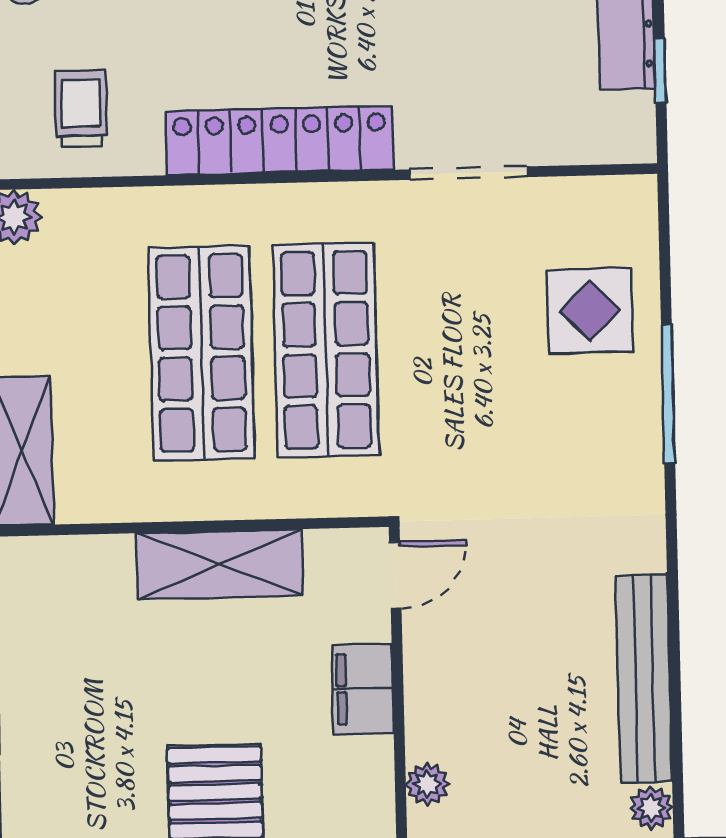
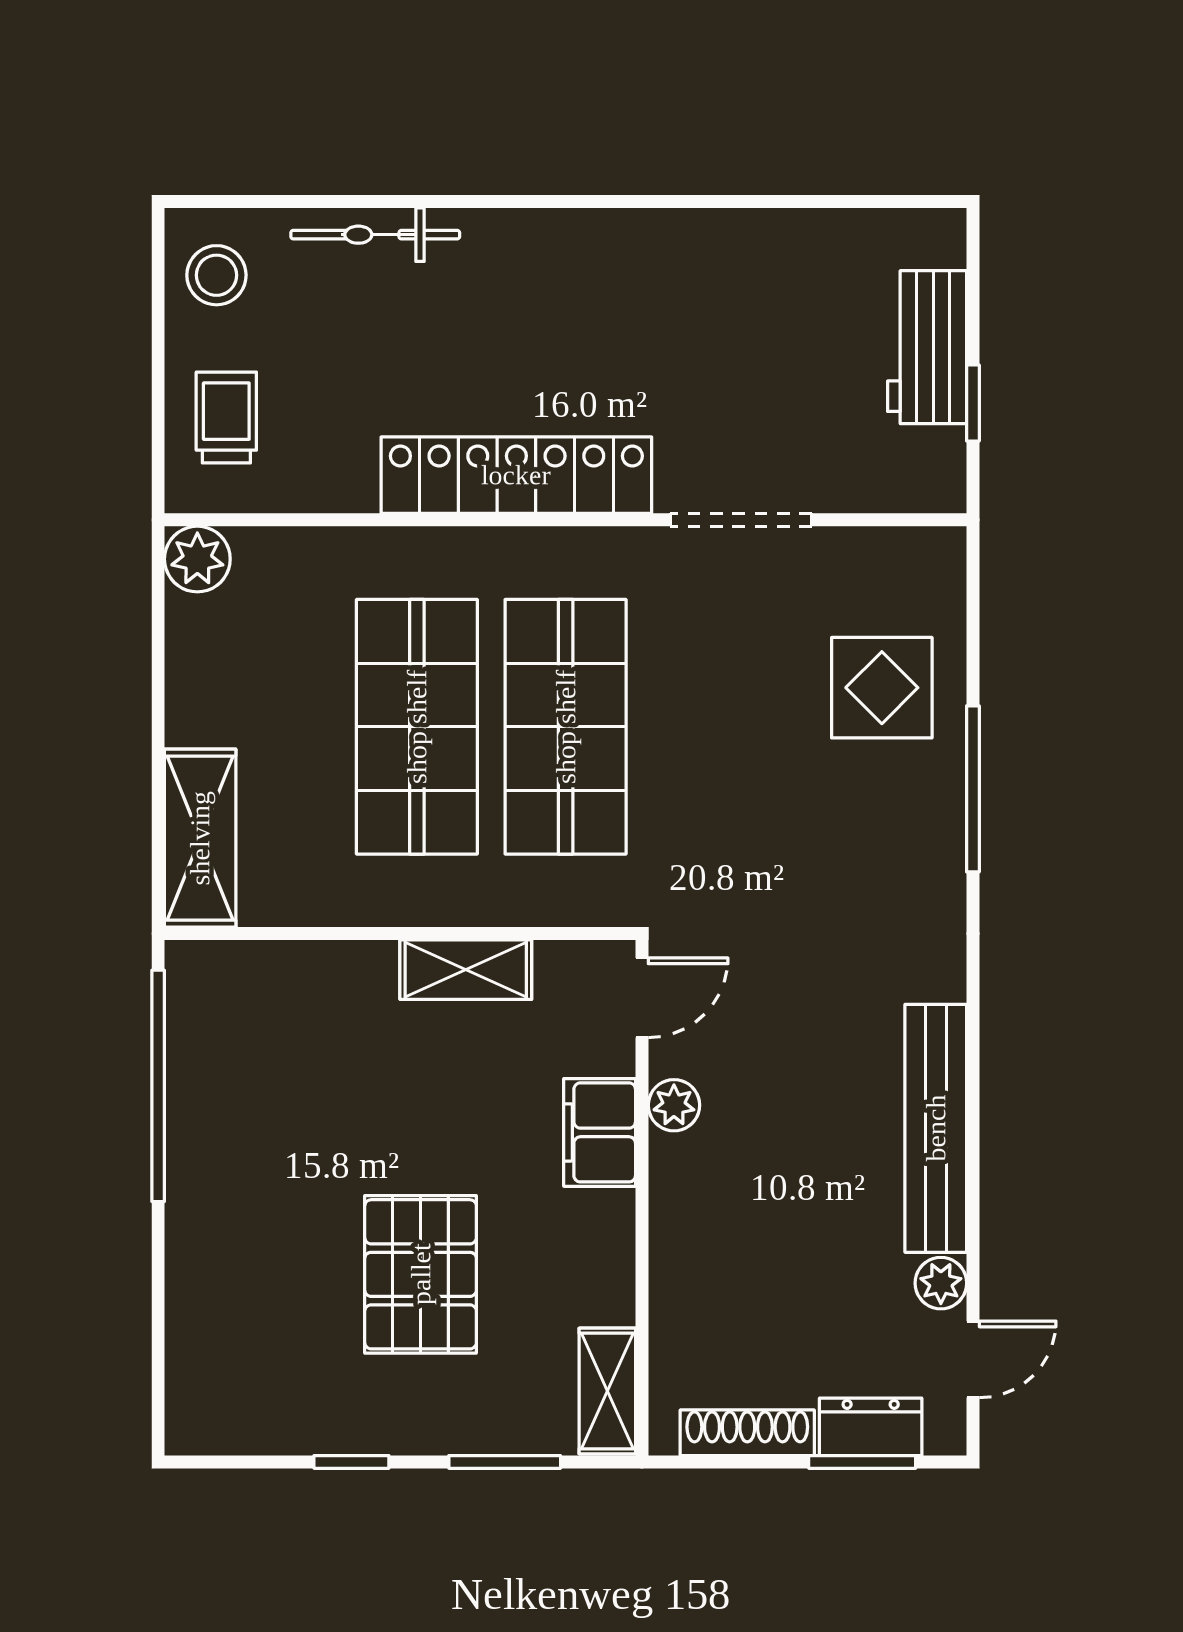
trolley: (81, 109) -> (226, 418), moved
shelving: (220, 564) -> (466, 970), width x0.67, depth x0.75
plant: (427, 784) -> (674, 1105), moved

